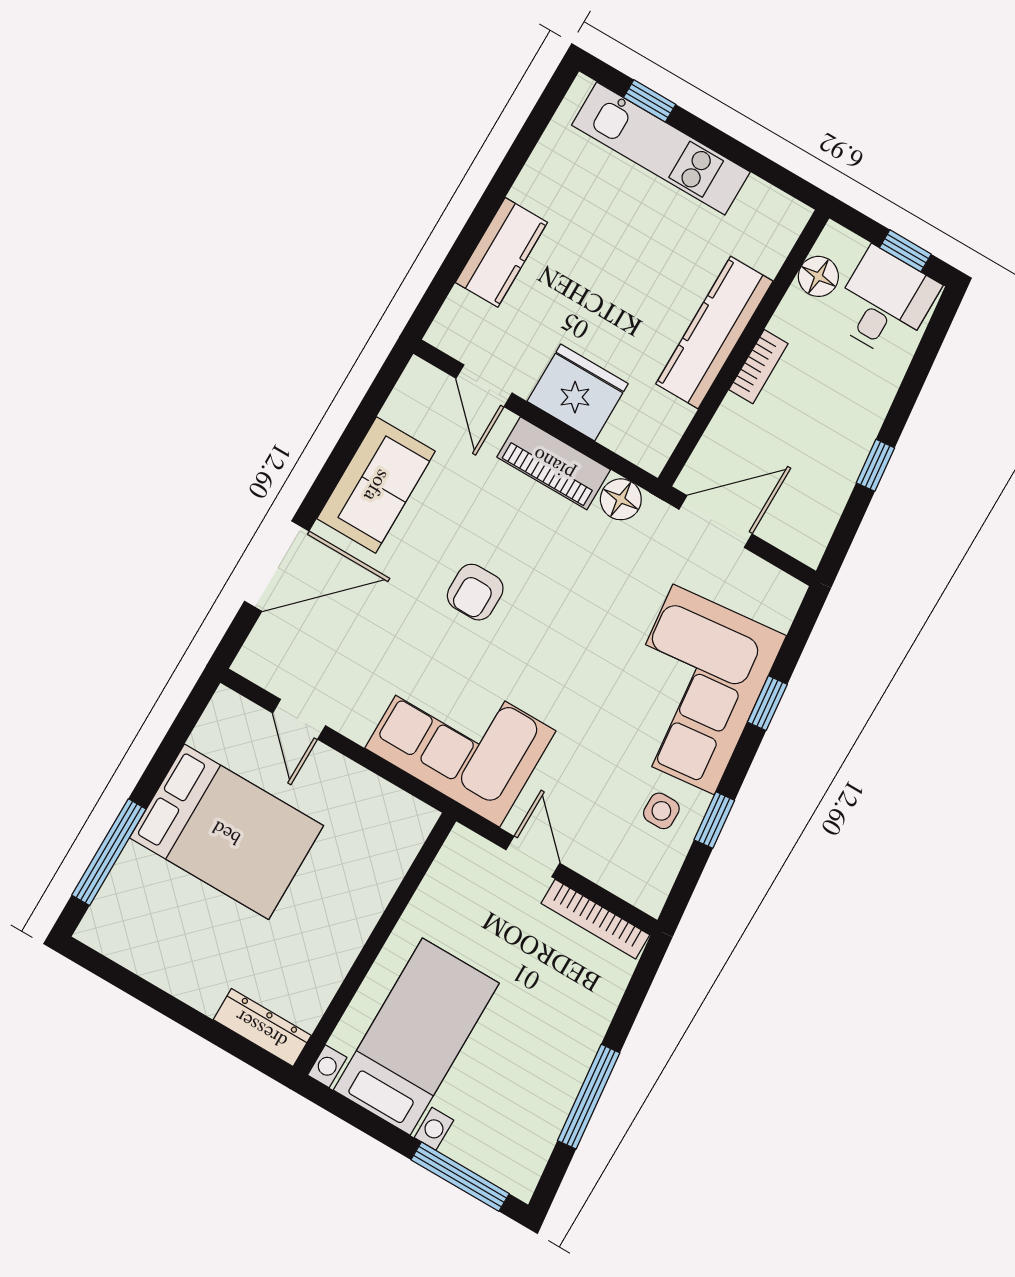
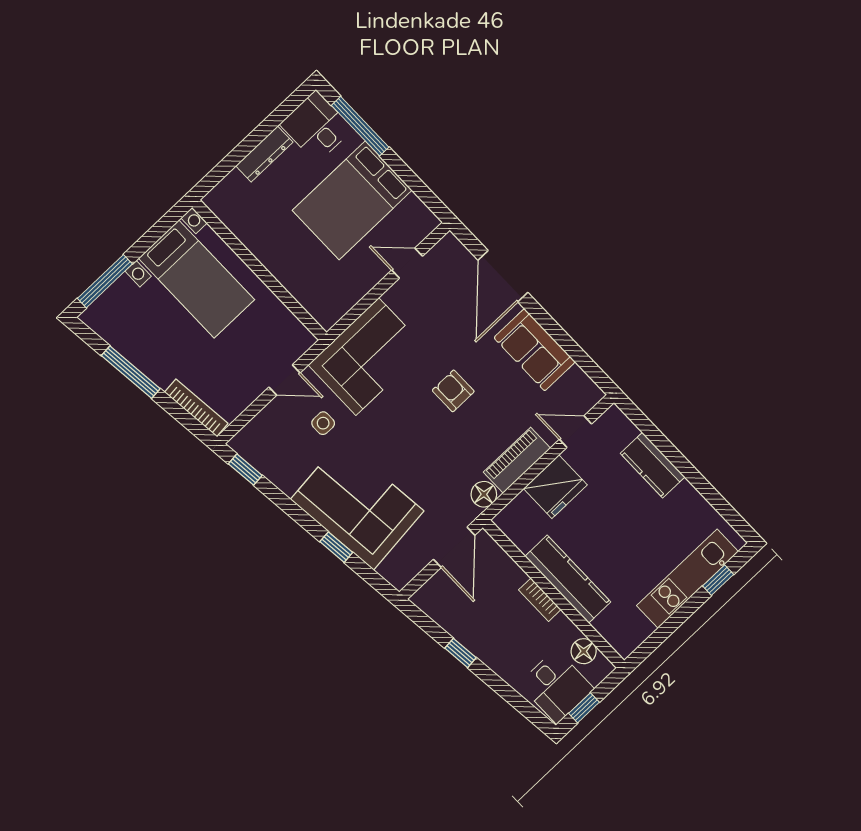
side table: (661, 811) -> (323, 423), moved
window: (714, 820) -> (245, 470), moved
desk: (129, 919) -> (316, 127), added
bookcase: (595, 919) -> (196, 408), moved, turned 84
dresser: (262, 1028) -> (264, 154), moved

